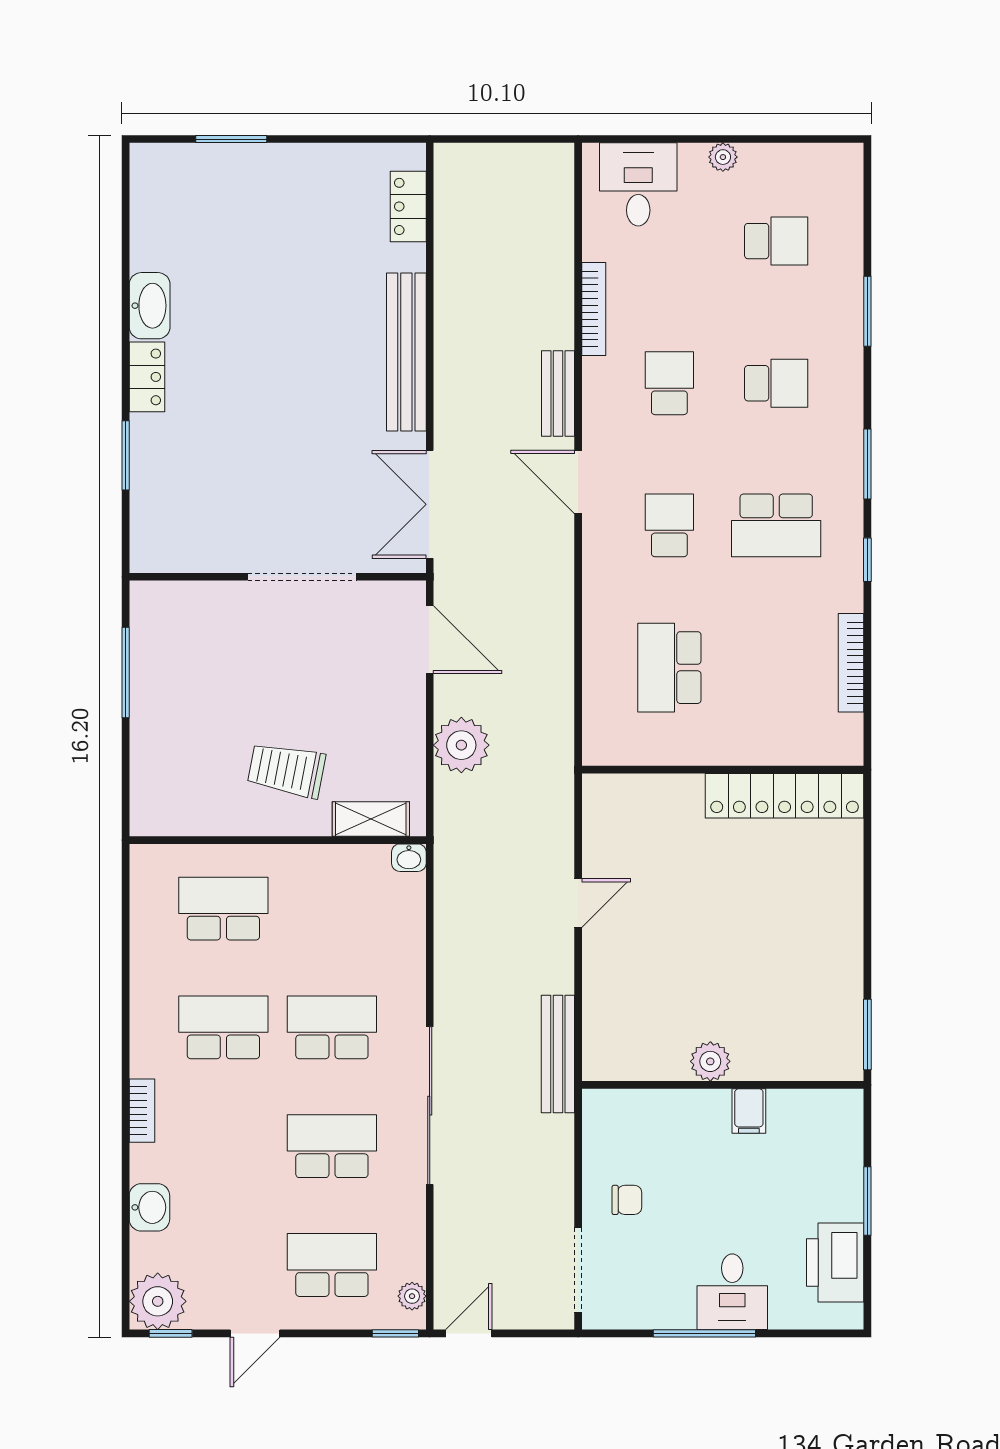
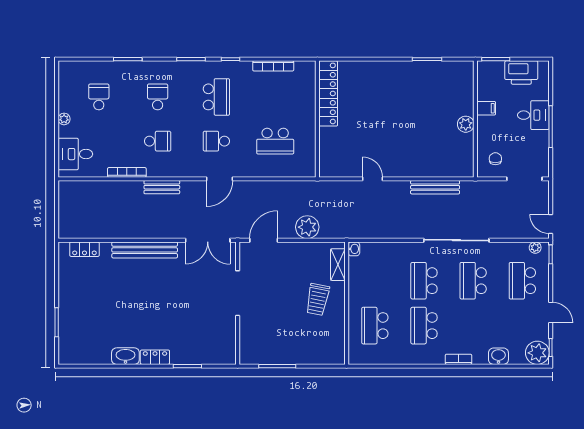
school desk: (669, 383) -> (158, 141), turned 180
door: (578, 482) -> (220, 179), moved
plant: (710, 1061) -> (466, 124), moved
wall: (723, 1085) -> (475, 119), moved
filing cabinet: (749, 1111) -> (486, 108), moved

